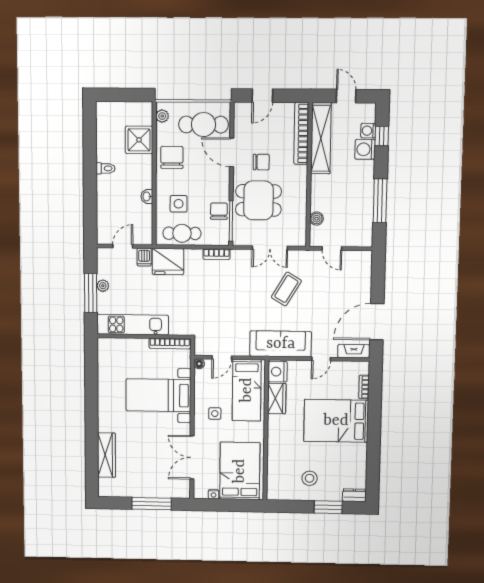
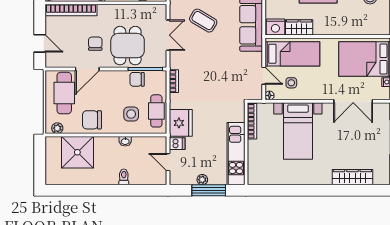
shower: (139, 140) -> (77, 152), width x1.37, depth x1.37
toilet: (105, 168) -> (124, 177), moved
side table: (215, 414) -> (291, 83), moved

